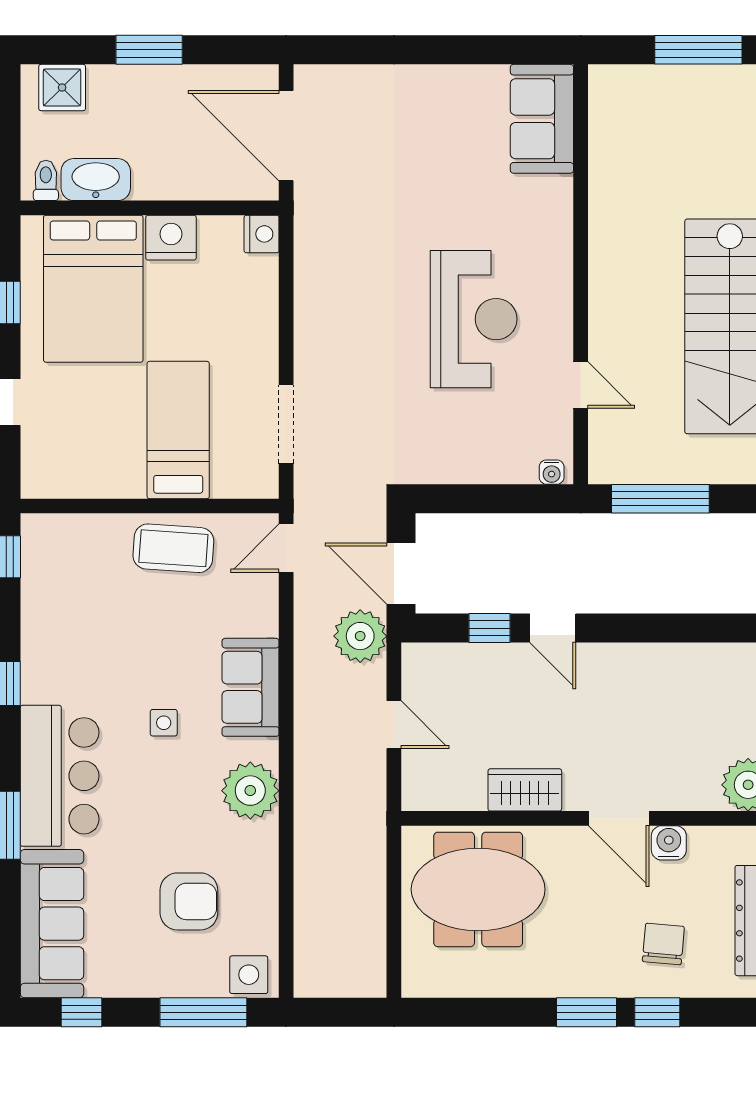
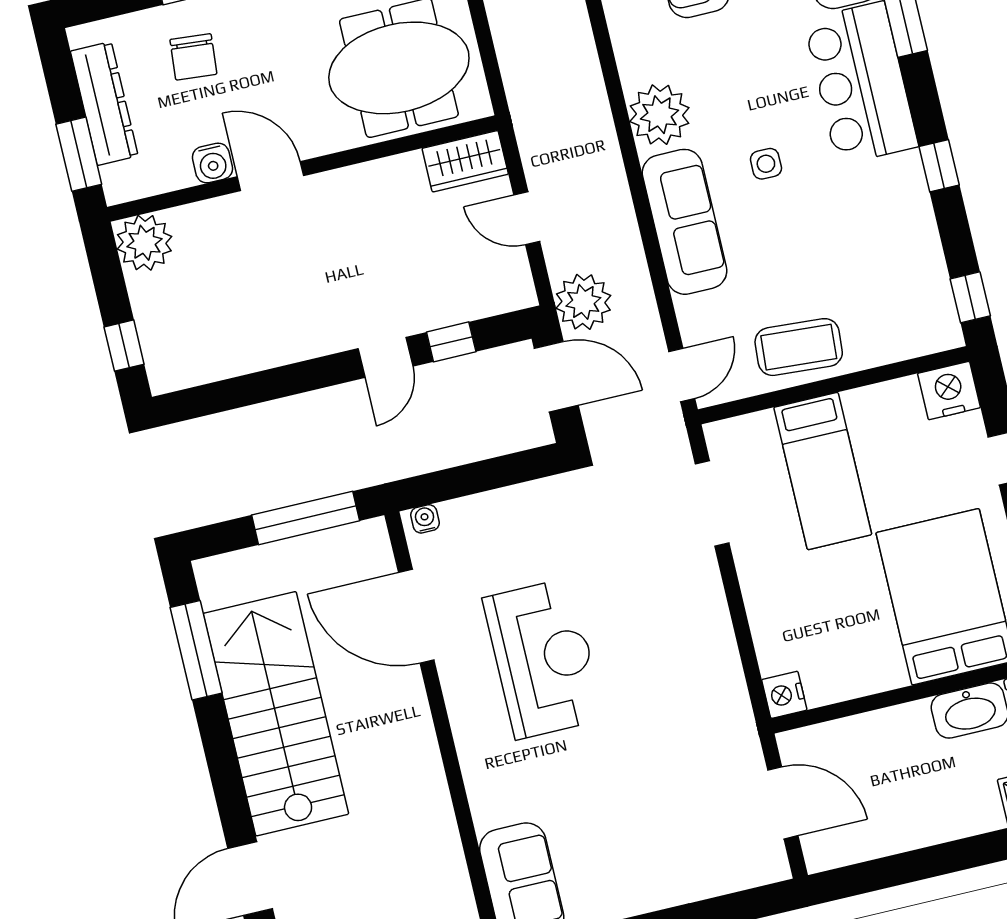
window: (149, 50) -> (946, 858), removed
door: (286, 136) -> (783, 803), width x0.73
nightstand: (171, 238) -> (949, 391), moved, turned 180
reception desk: (474, 319) -> (543, 659), turned 180
door: (581, 385) -> (416, 616), width x1.88
door: (553, 628) -> (386, 357), swing flipped
sofa: (251, 687) -> (685, 222), width x1.36
wardrobe: (525, 790) -> (465, 161), moved

